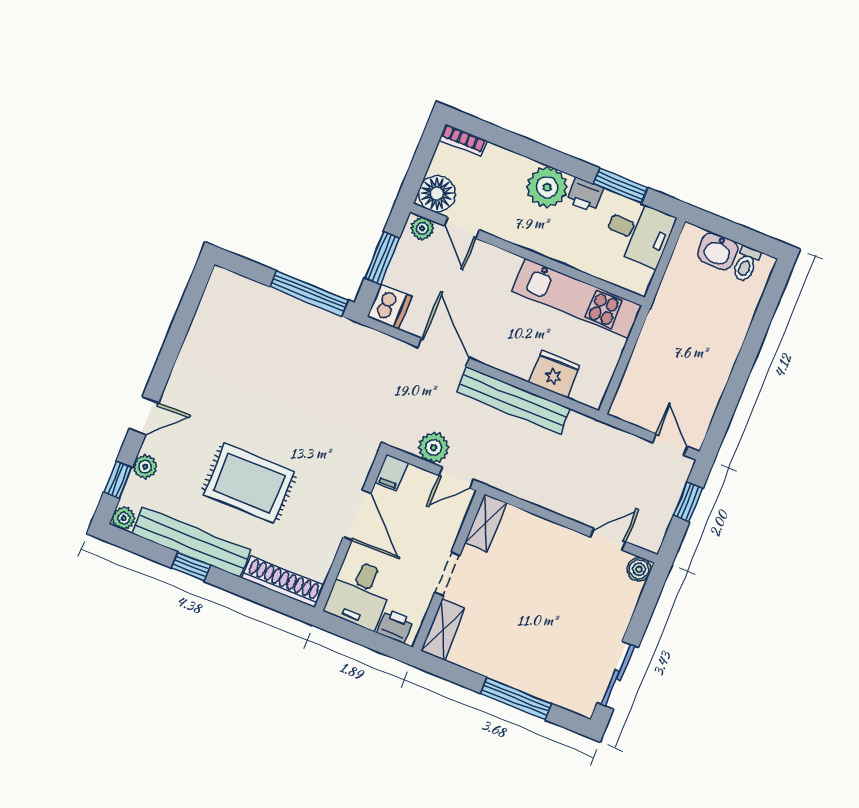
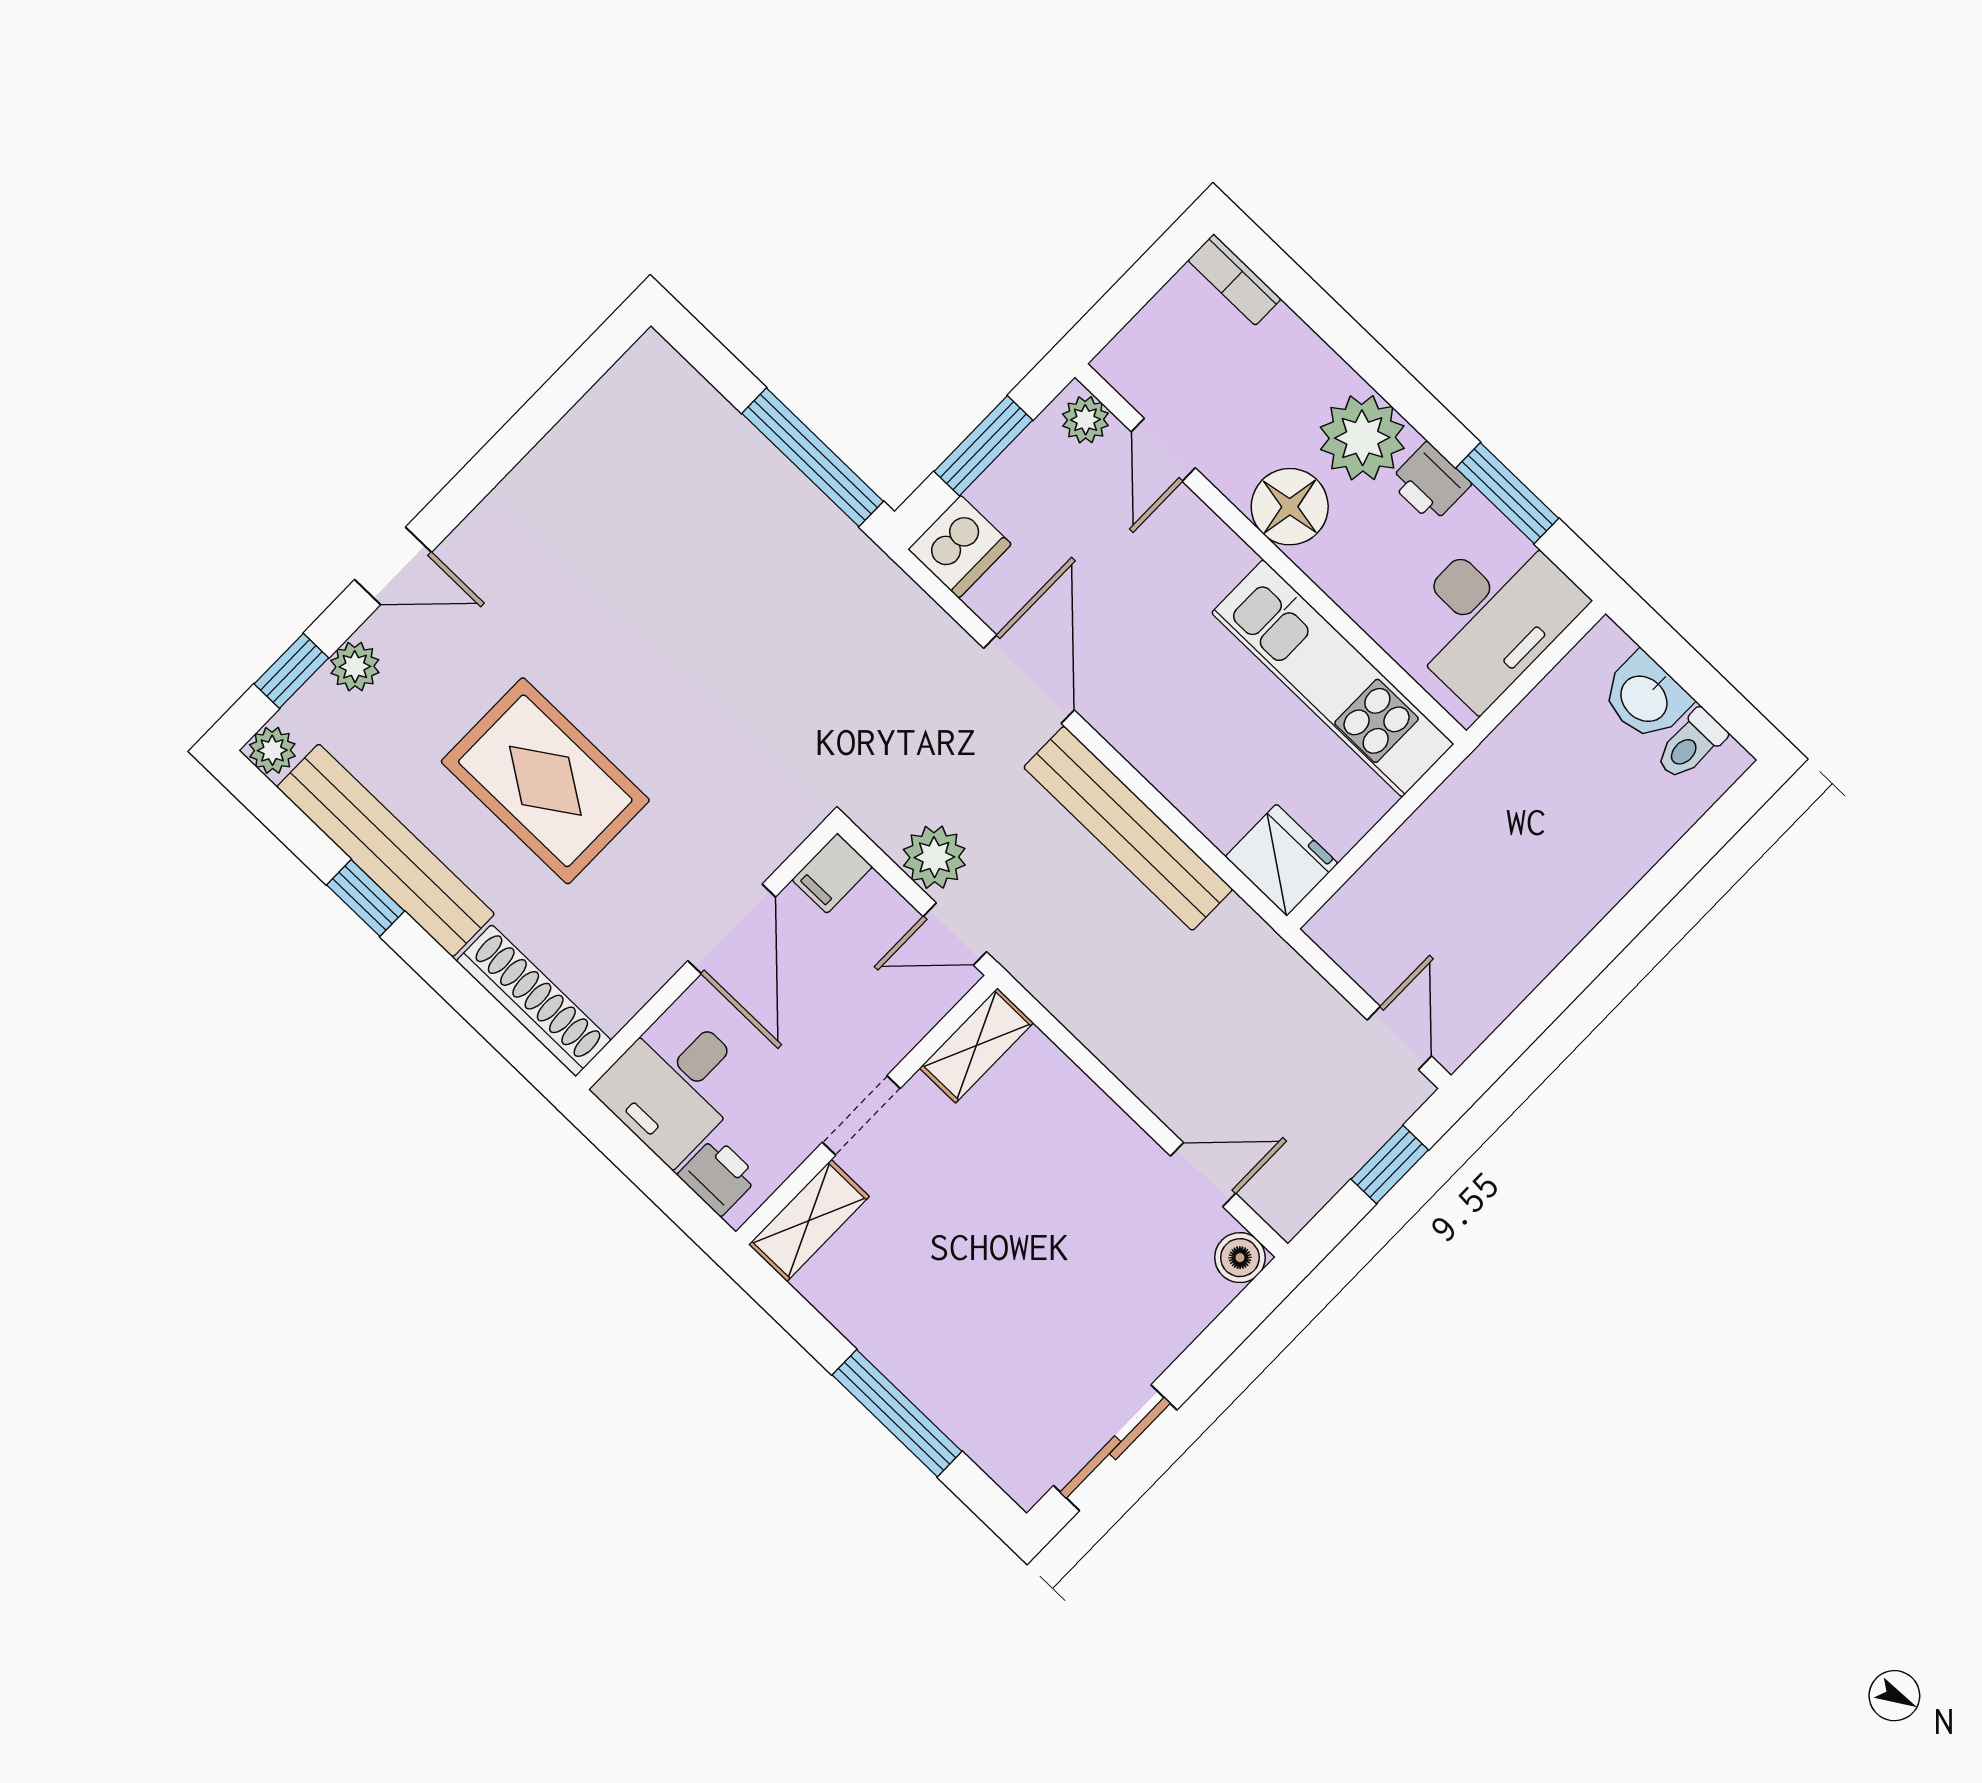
floor lamp: (437, 194) -> (1290, 507), moved
desk: (639, 233) -> (1490, 615), width x1.37
fridge: (554, 374) -> (1282, 860), moved

